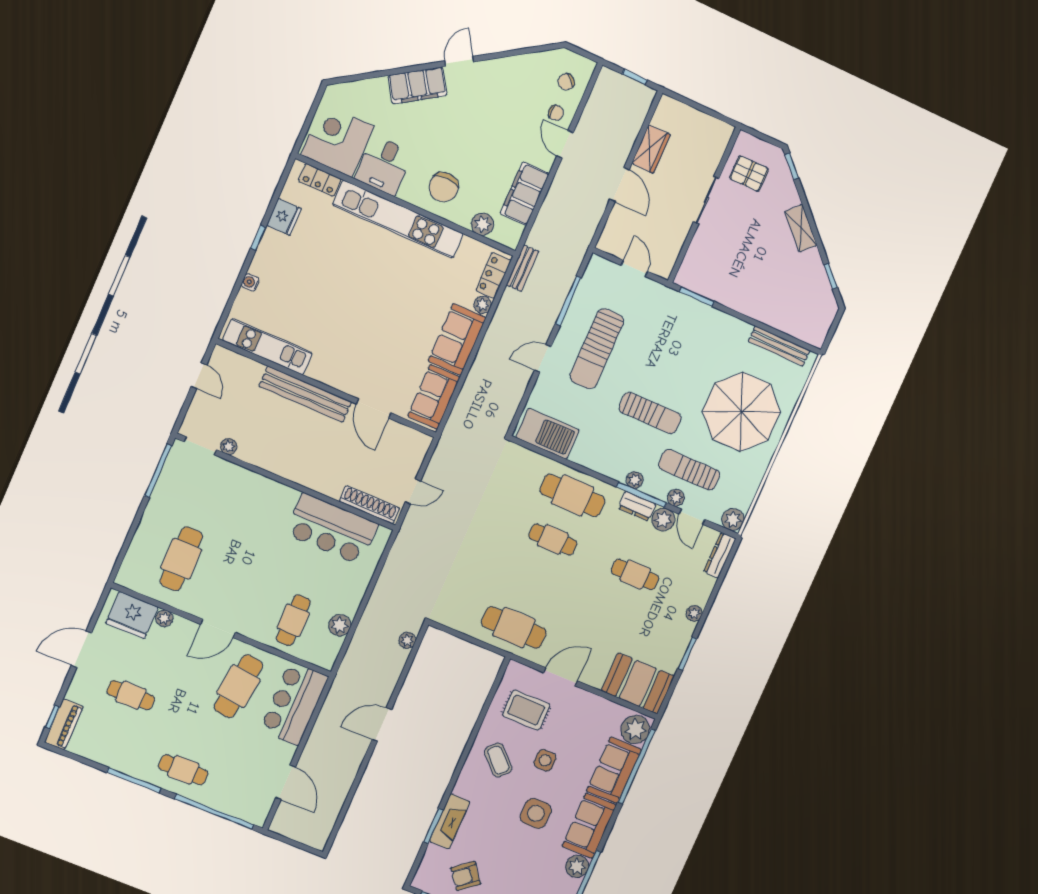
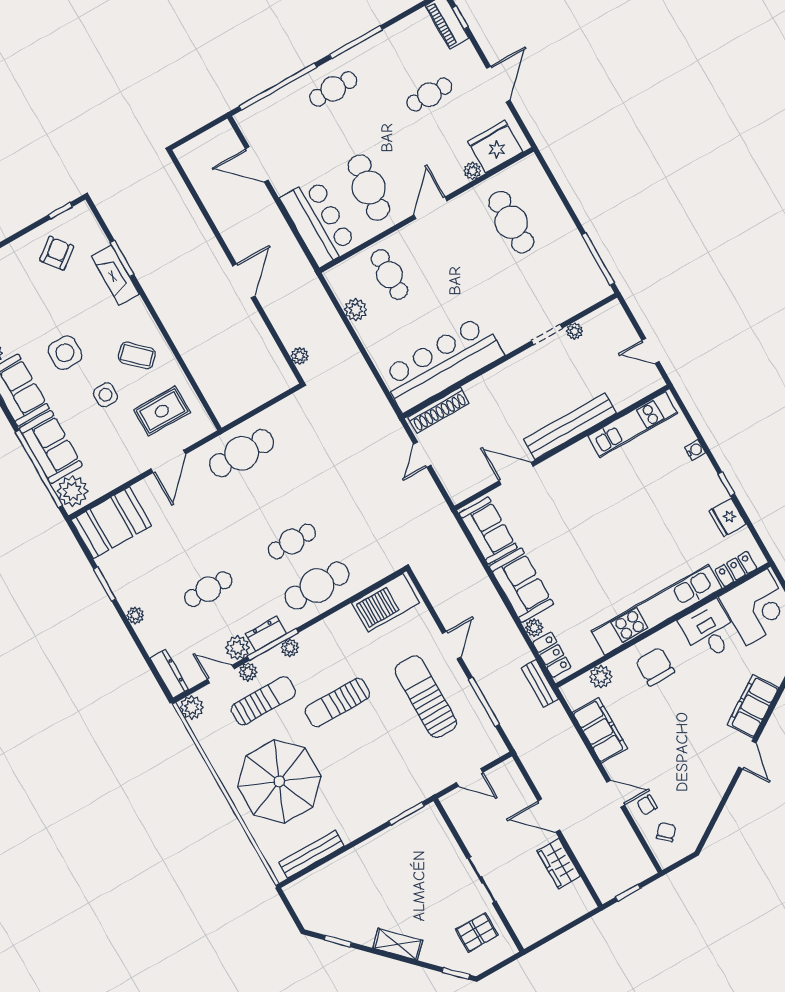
doorway: (200, 446) -> (547, 335), moved
bar counter: (332, 529) -> (442, 364), width x1.36

